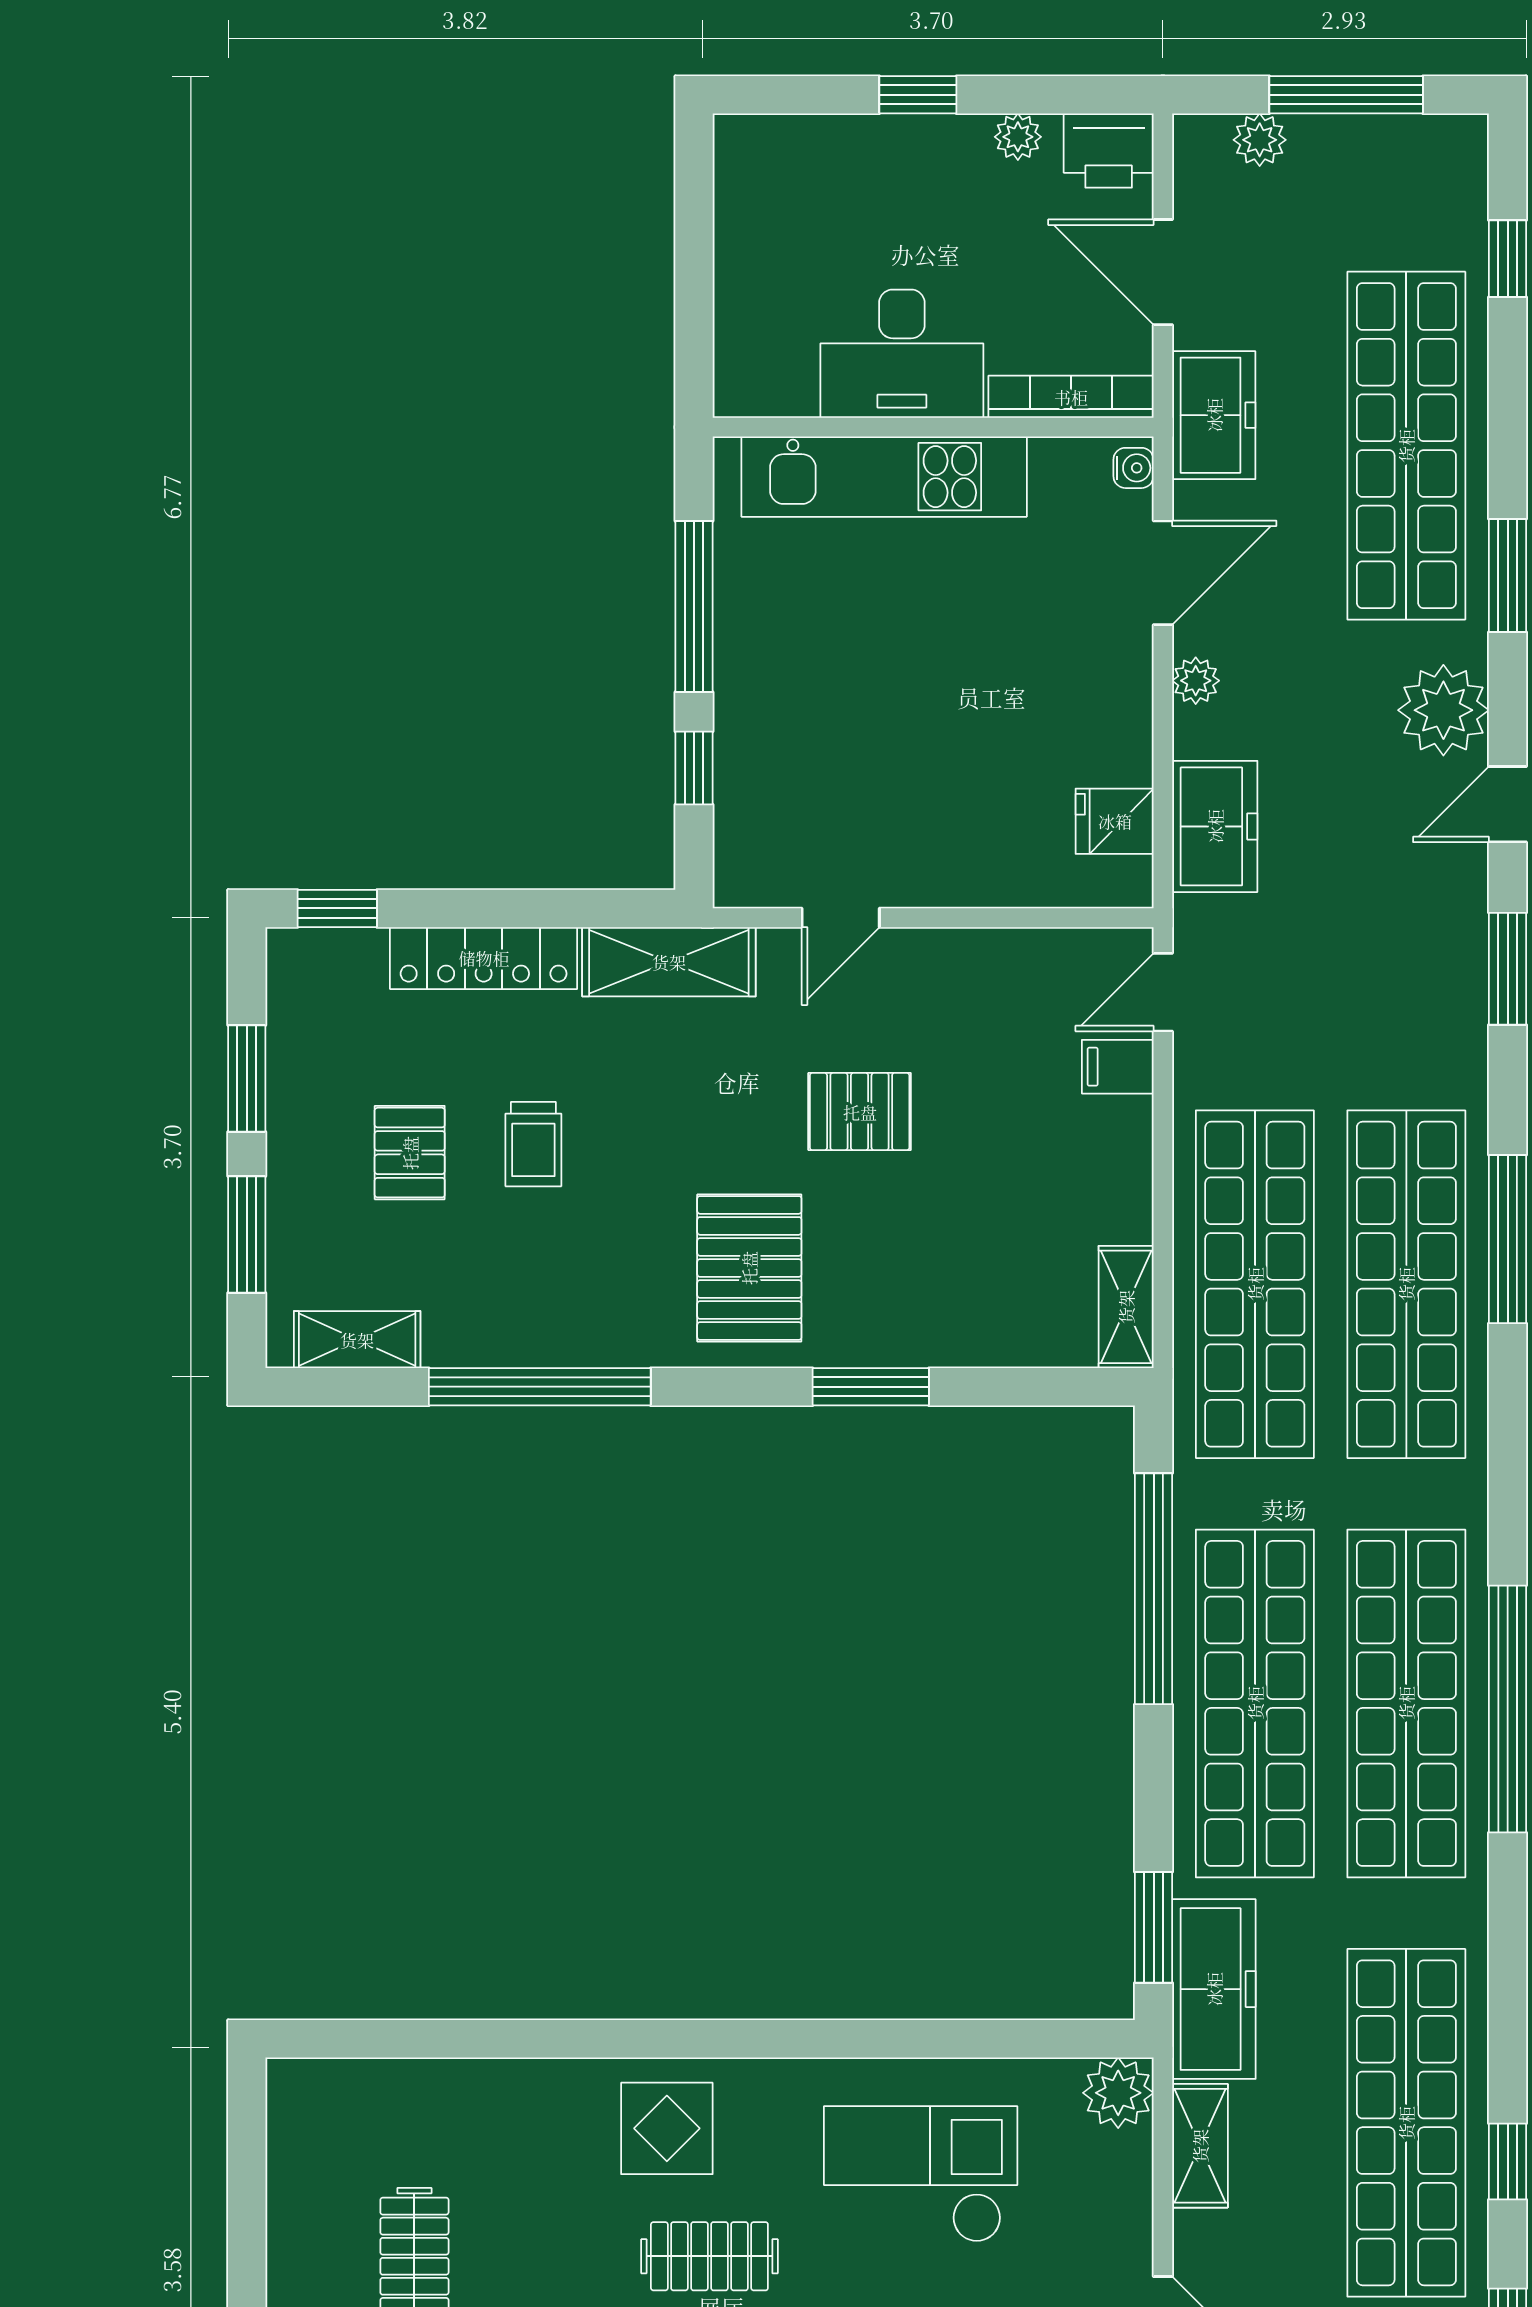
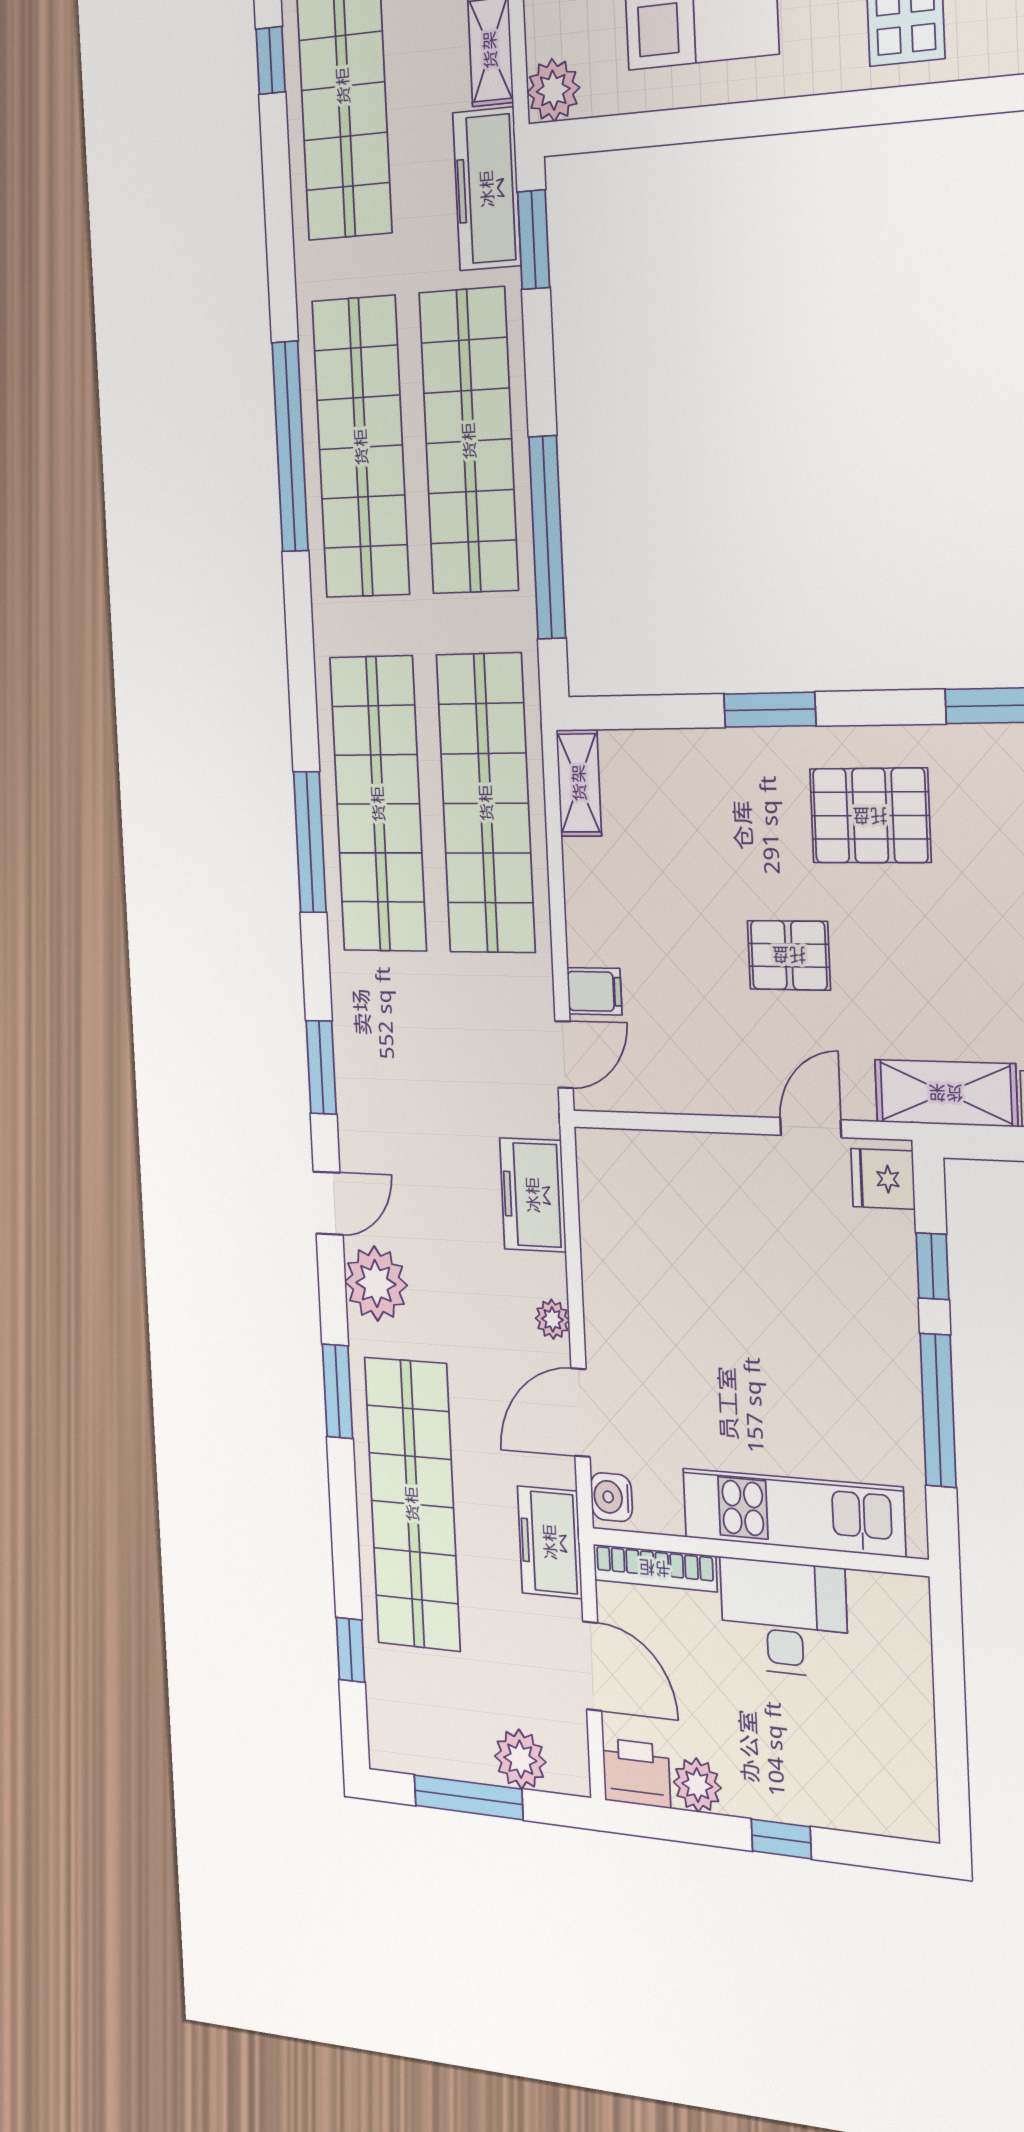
plant: (1018, 137) -> (697, 1785), width x1.38, depth x1.38
plant: (1260, 140) -> (520, 1759), width x1.38, depth x1.38
water cooler: (1133, 468) -> (611, 1497), width x1.38, depth x1.38
fridge: (1115, 821) -> (883, 1179), moved, turned 180
pallet: (749, 1268) -> (870, 816), turned 90

